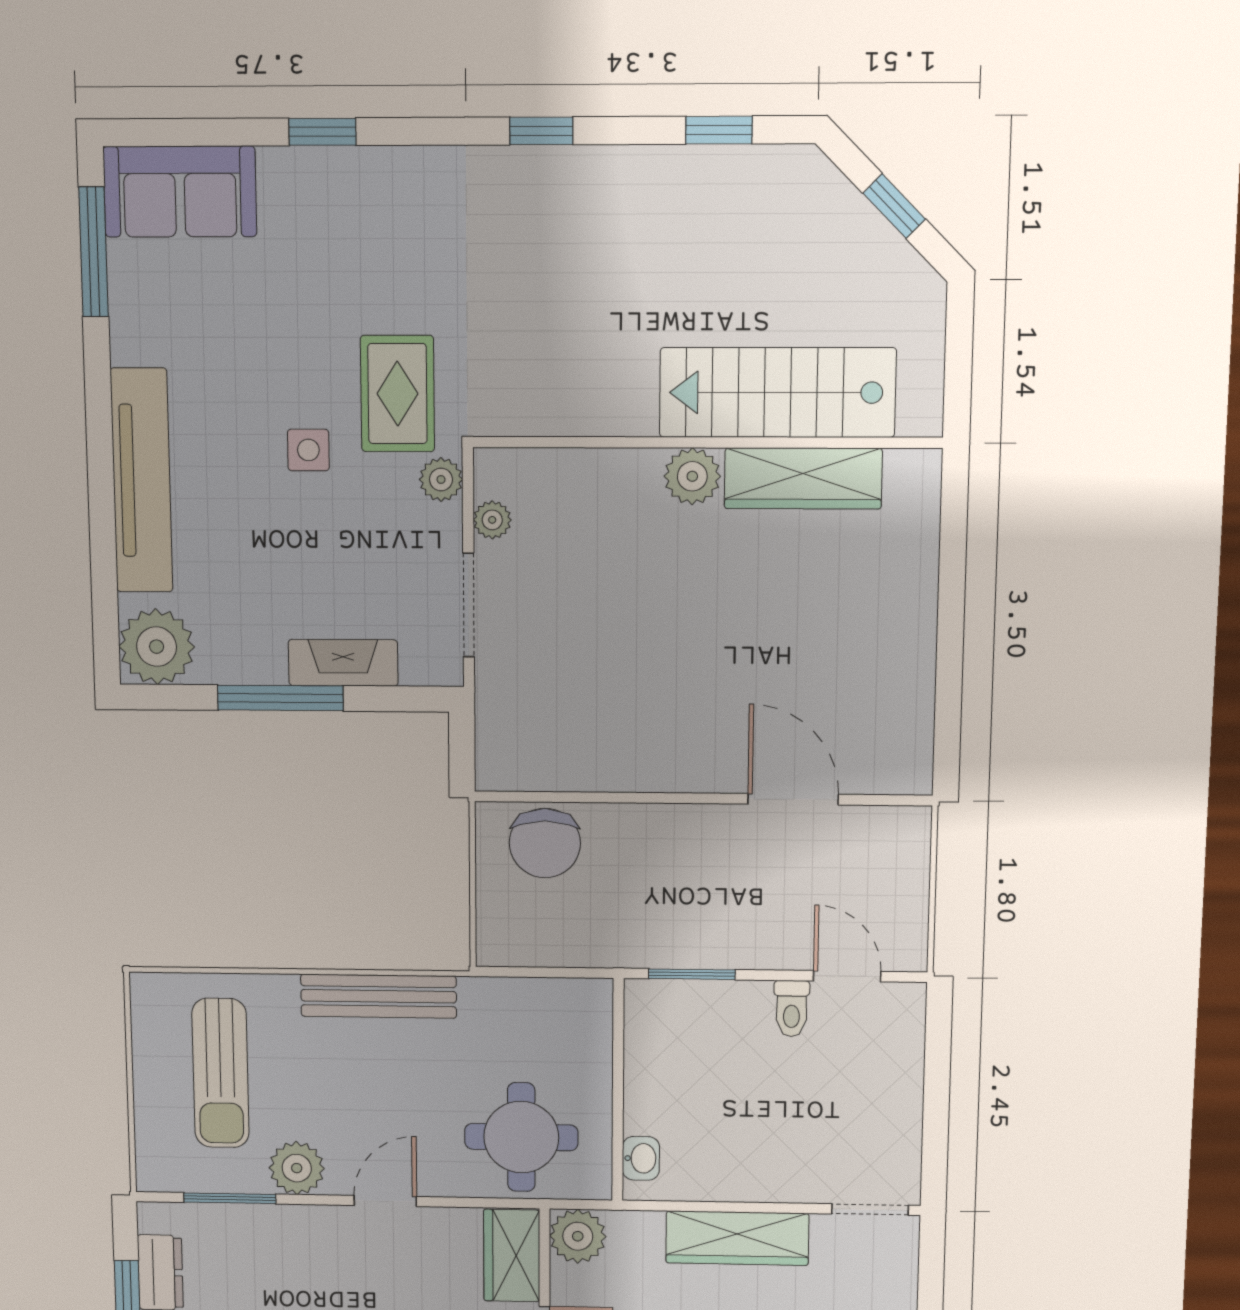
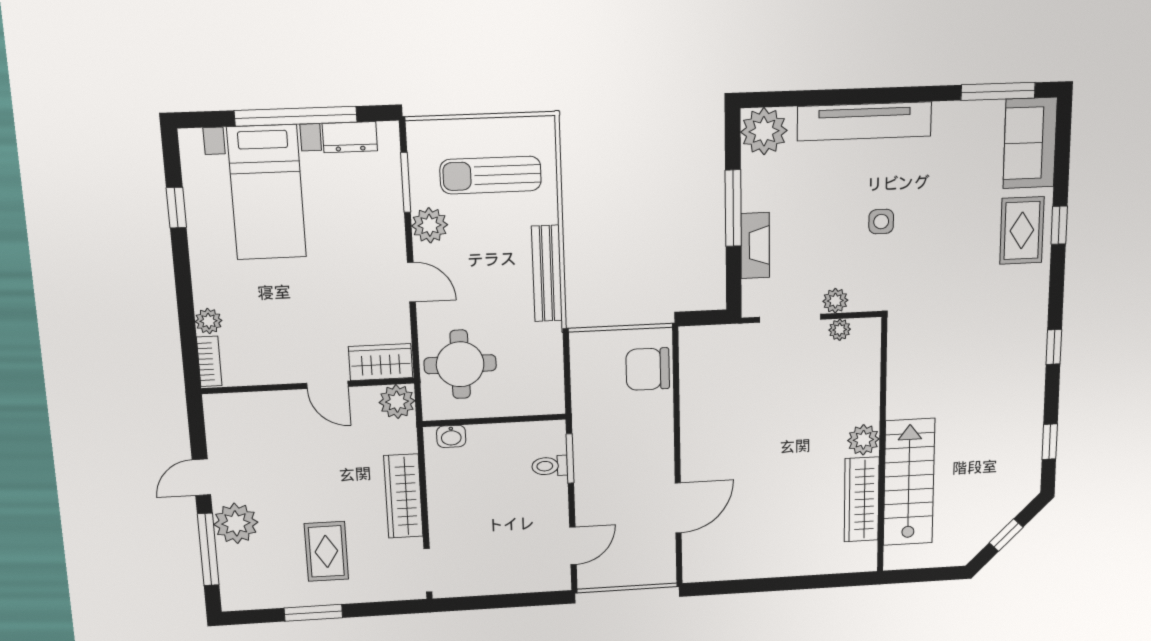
rug: (397, 394) -> (1022, 230), moved, turned 90
plant: (441, 480) -> (835, 301), moved
toilet: (792, 1008) -> (550, 466), moved

